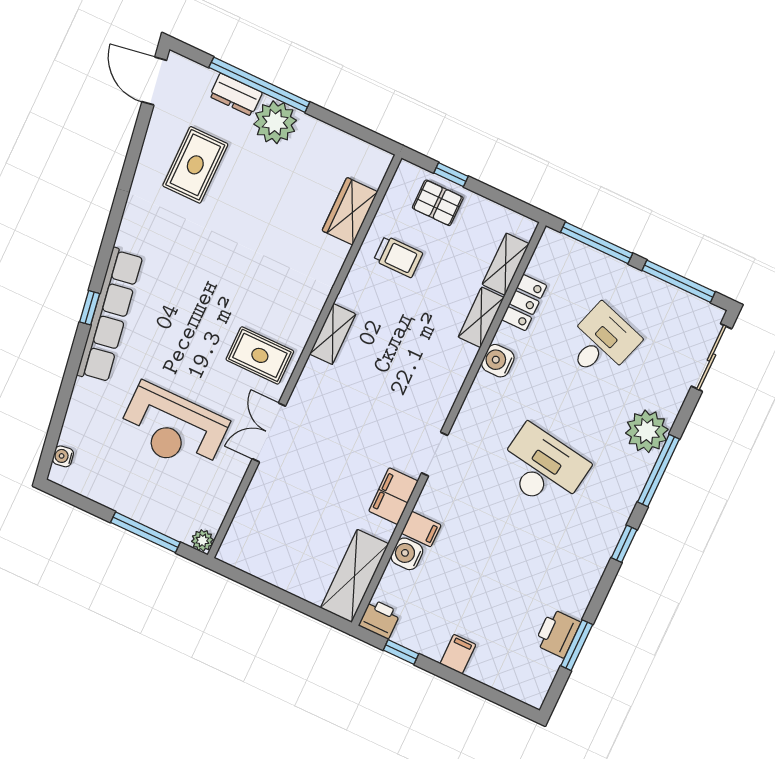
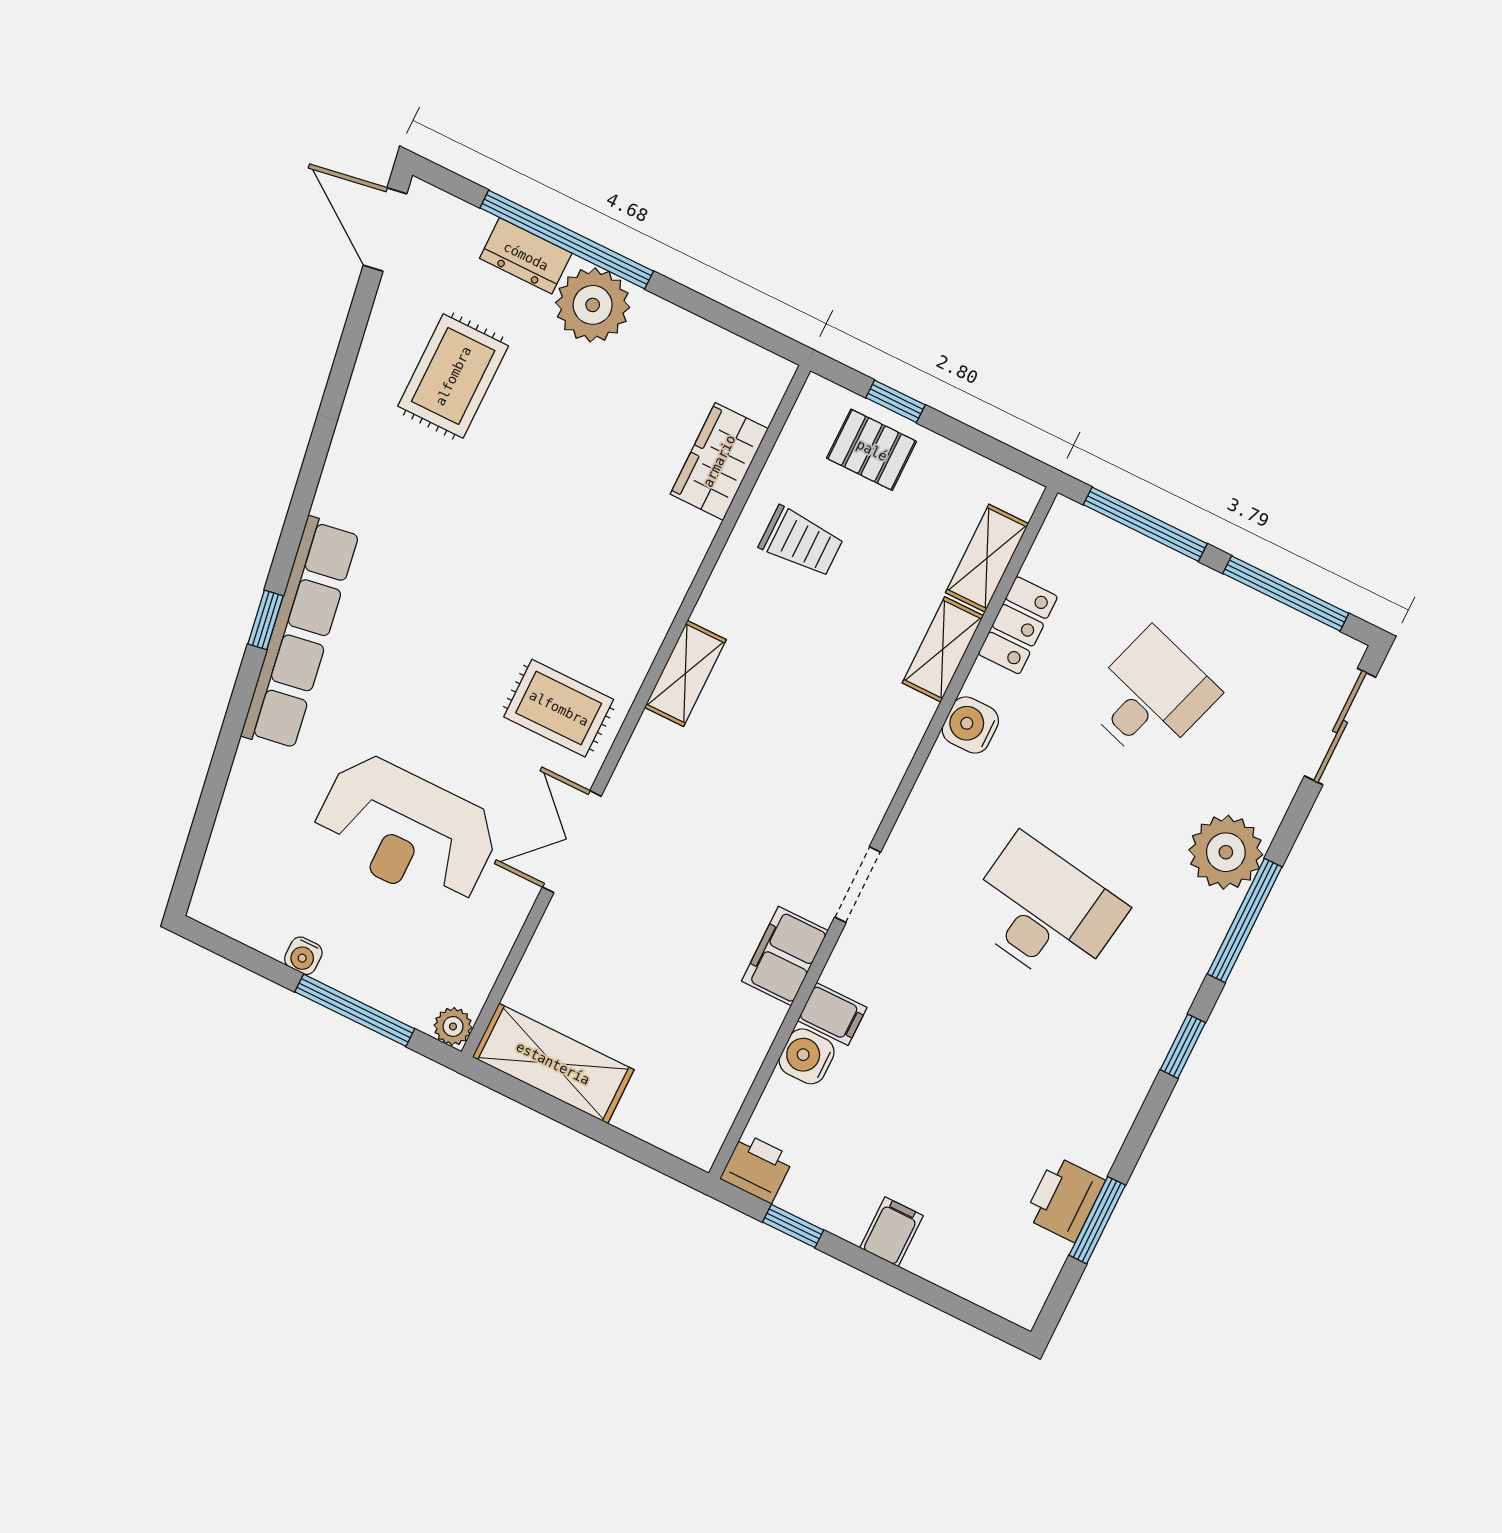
water cooler: (63, 456) -> (303, 956), moved, turned -81
shelving: (355, 576) -> (553, 1063), moved, turned 90

